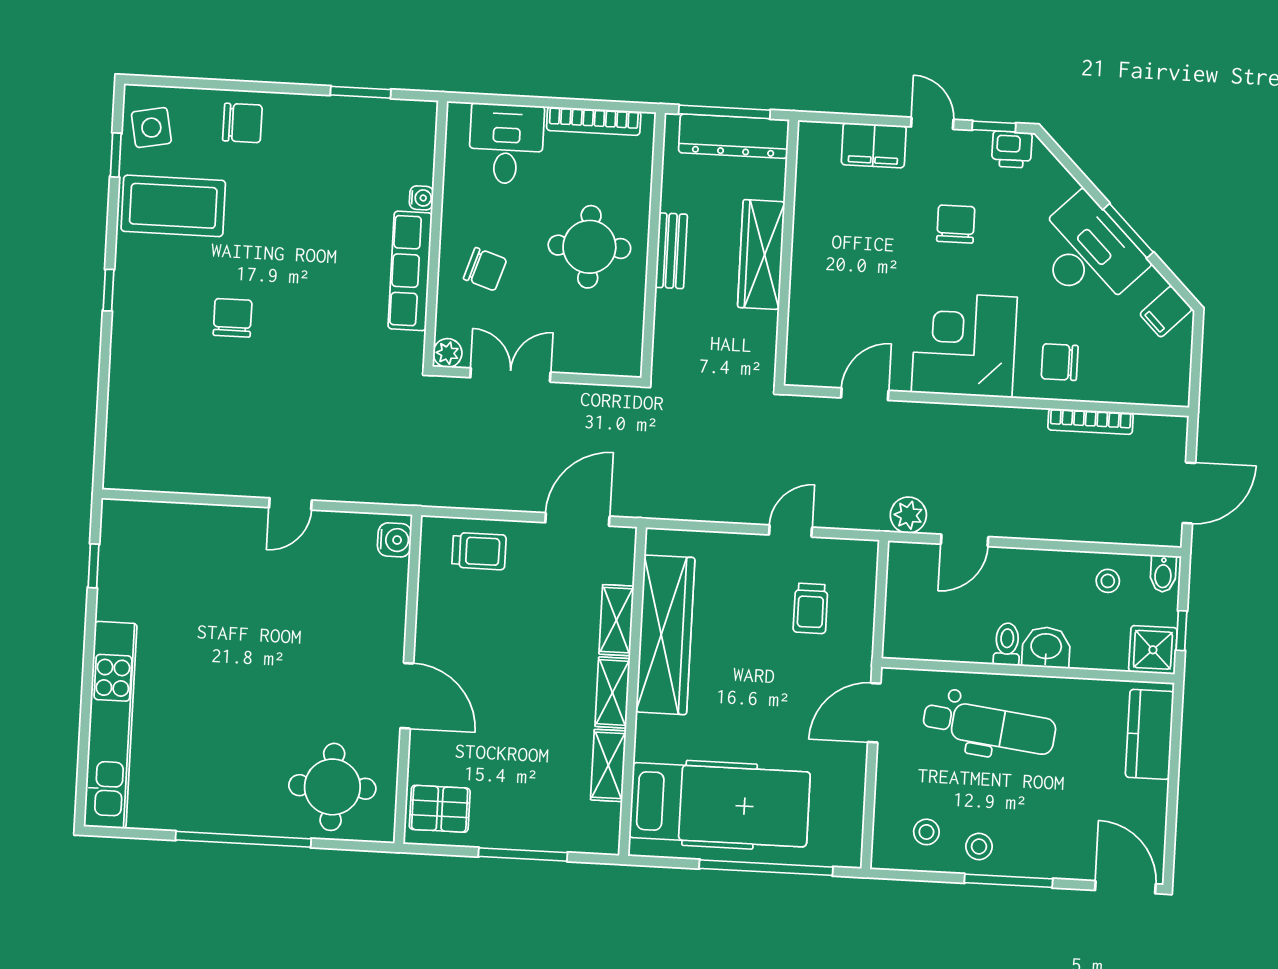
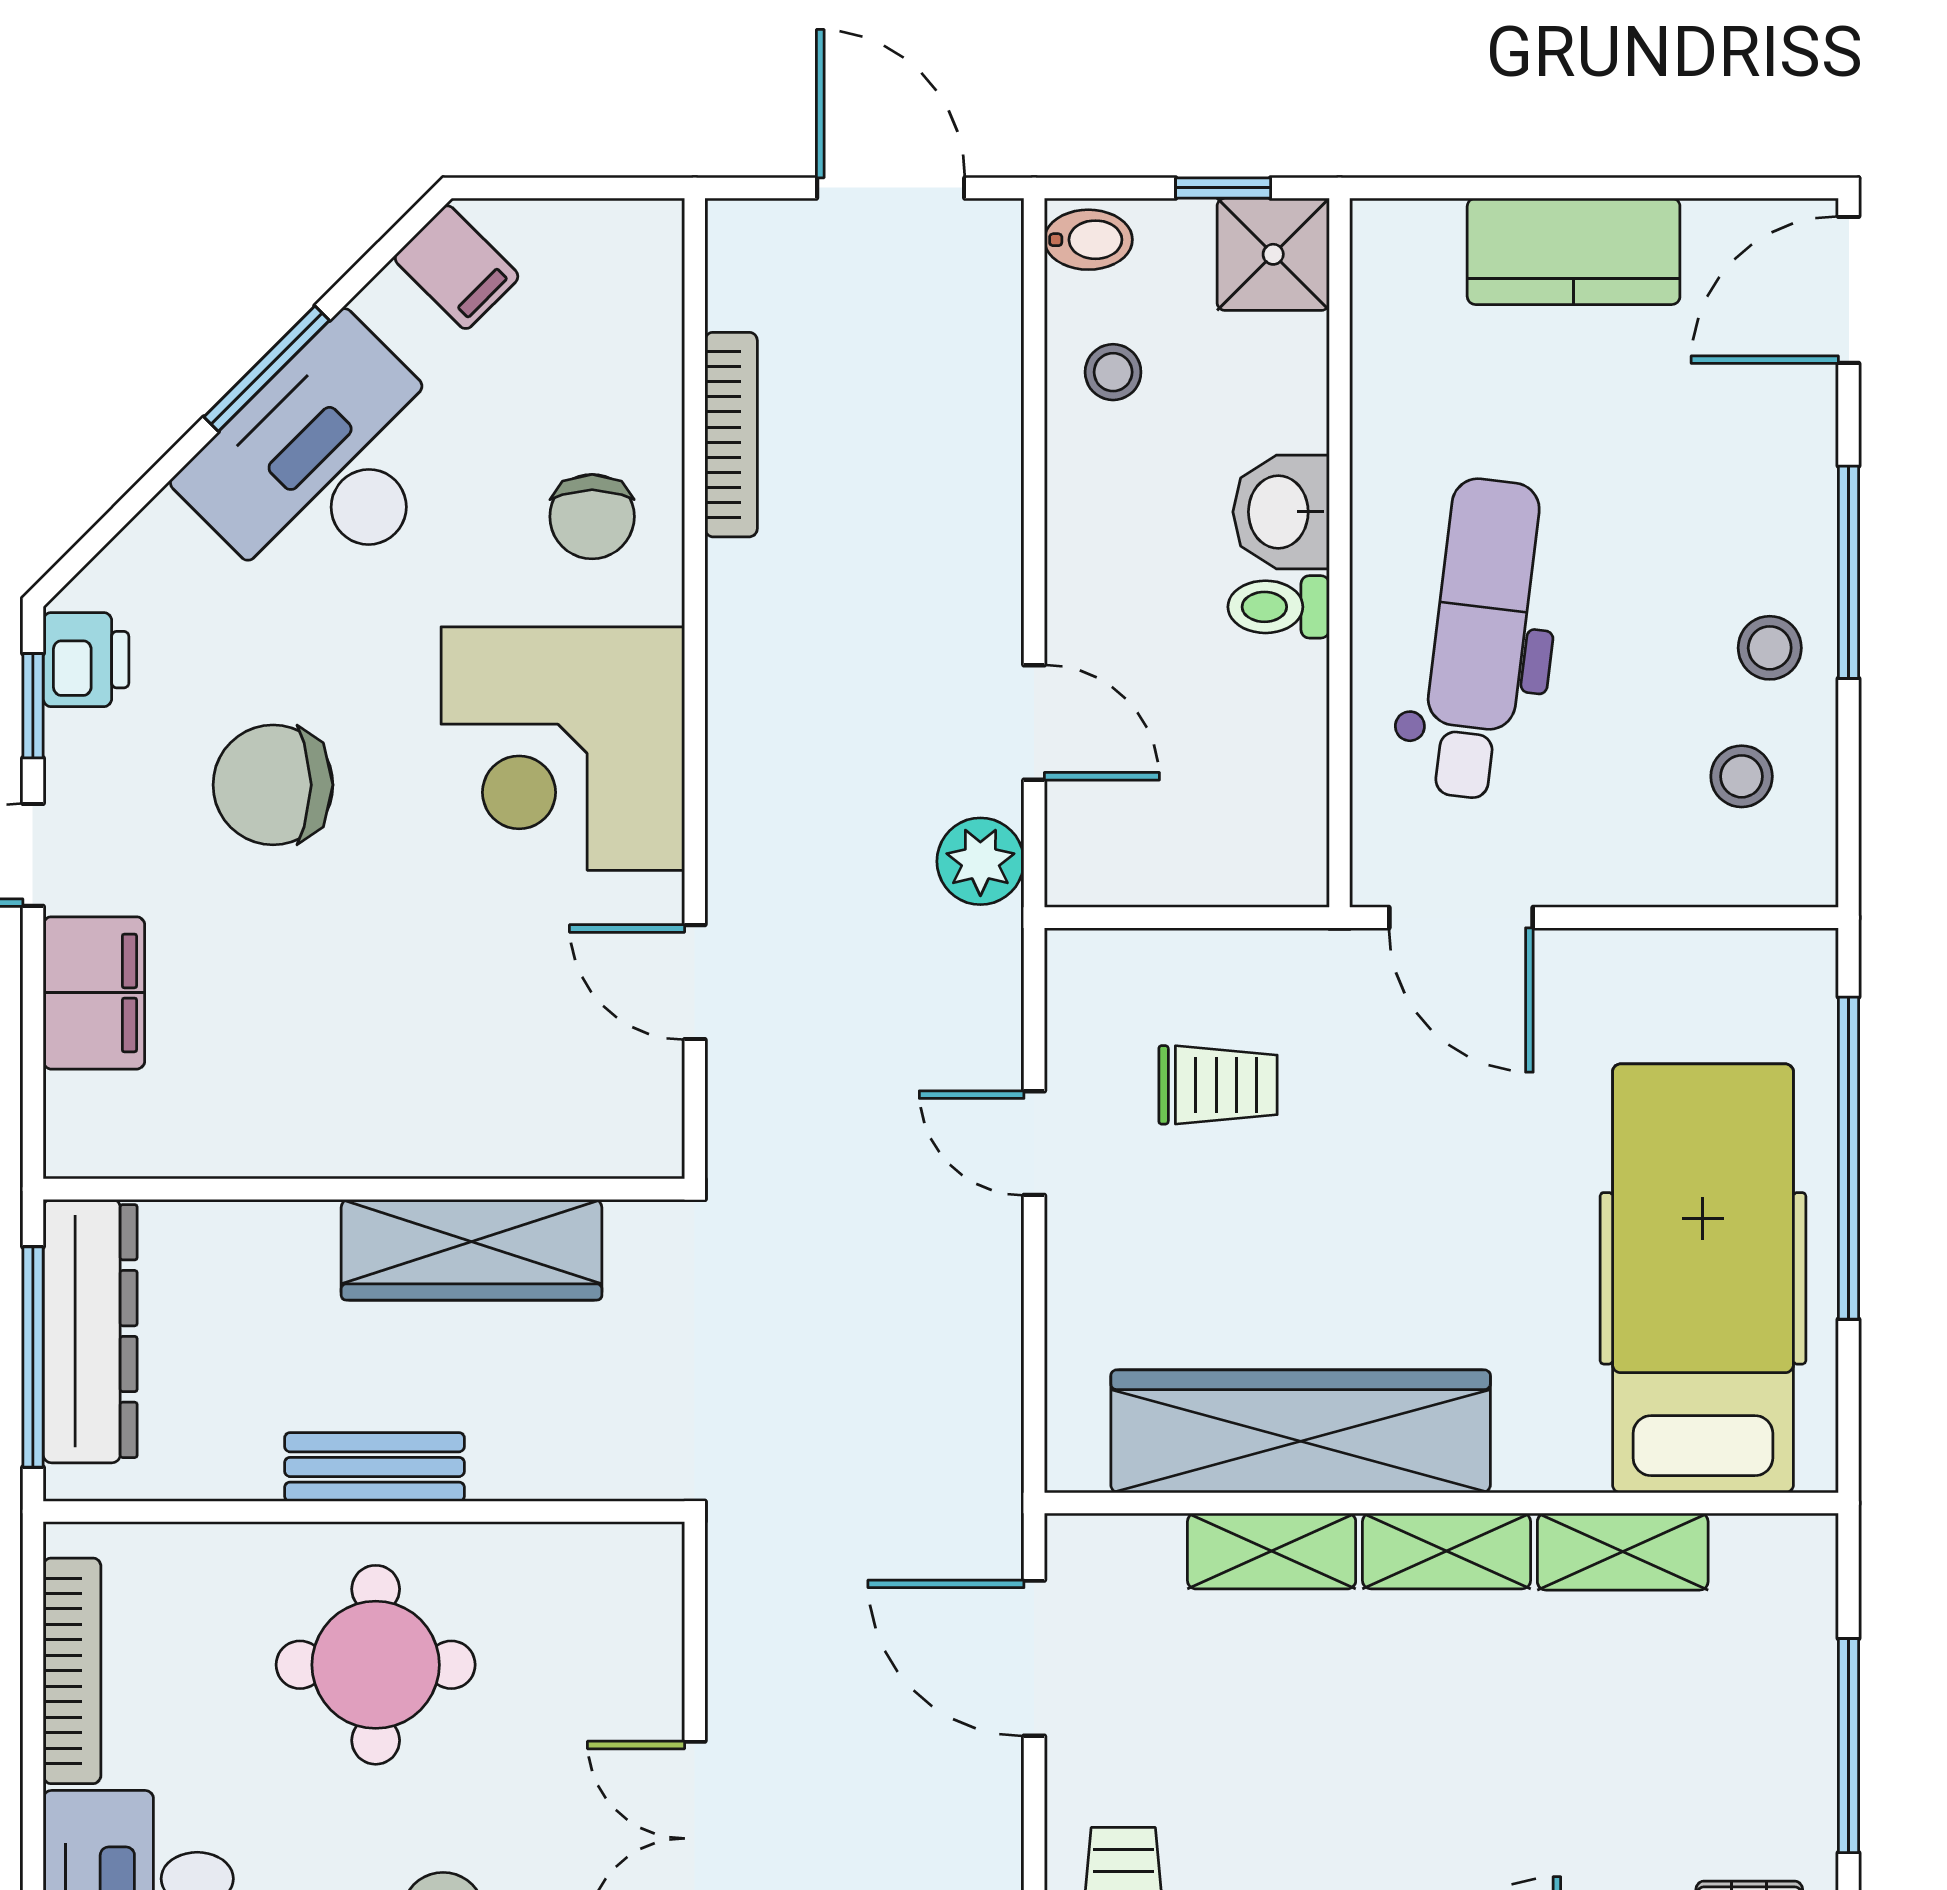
chair: (956, 224) -> (273, 785), width x1.37, depth x1.37
wardrobe: (761, 255) -> (472, 1250), moved
kitchen counter: (1150, 734) -> (1574, 251), moved

